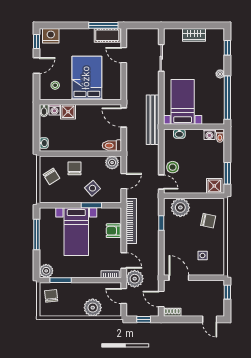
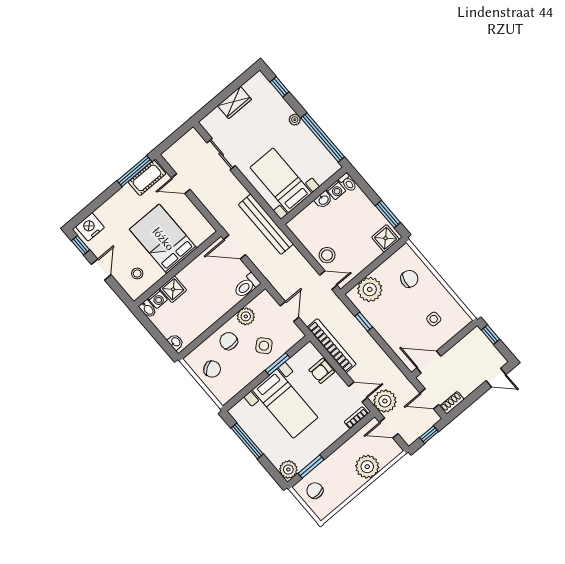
washbasin: (179, 134) -> (323, 200), moved
plant: (112, 163) -> (246, 316), moved

